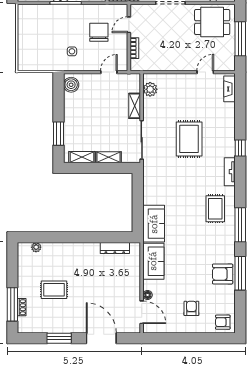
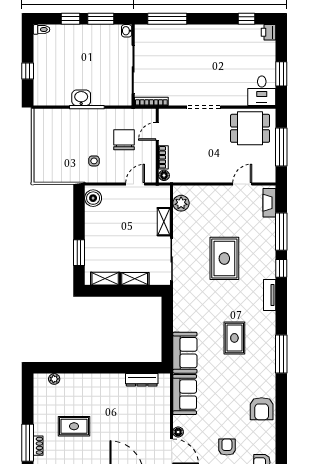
floor lamp: (135, 64) -> (164, 175), added
rug: (215, 209) -> (234, 338), moved
window: (240, 273) -> (281, 232), moved
armchair: (223, 274) -> (262, 409), turned -90

